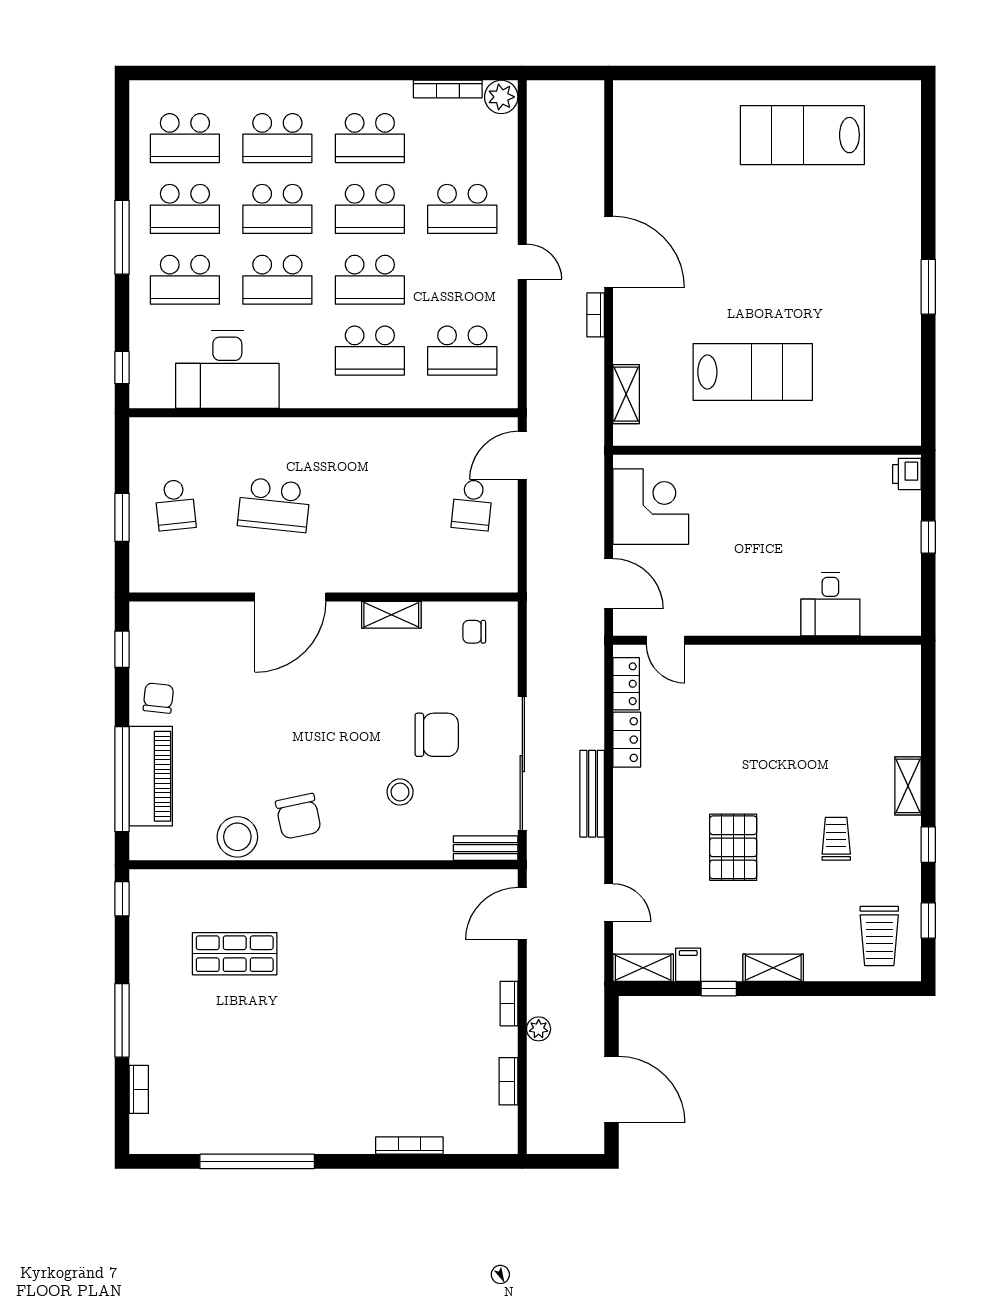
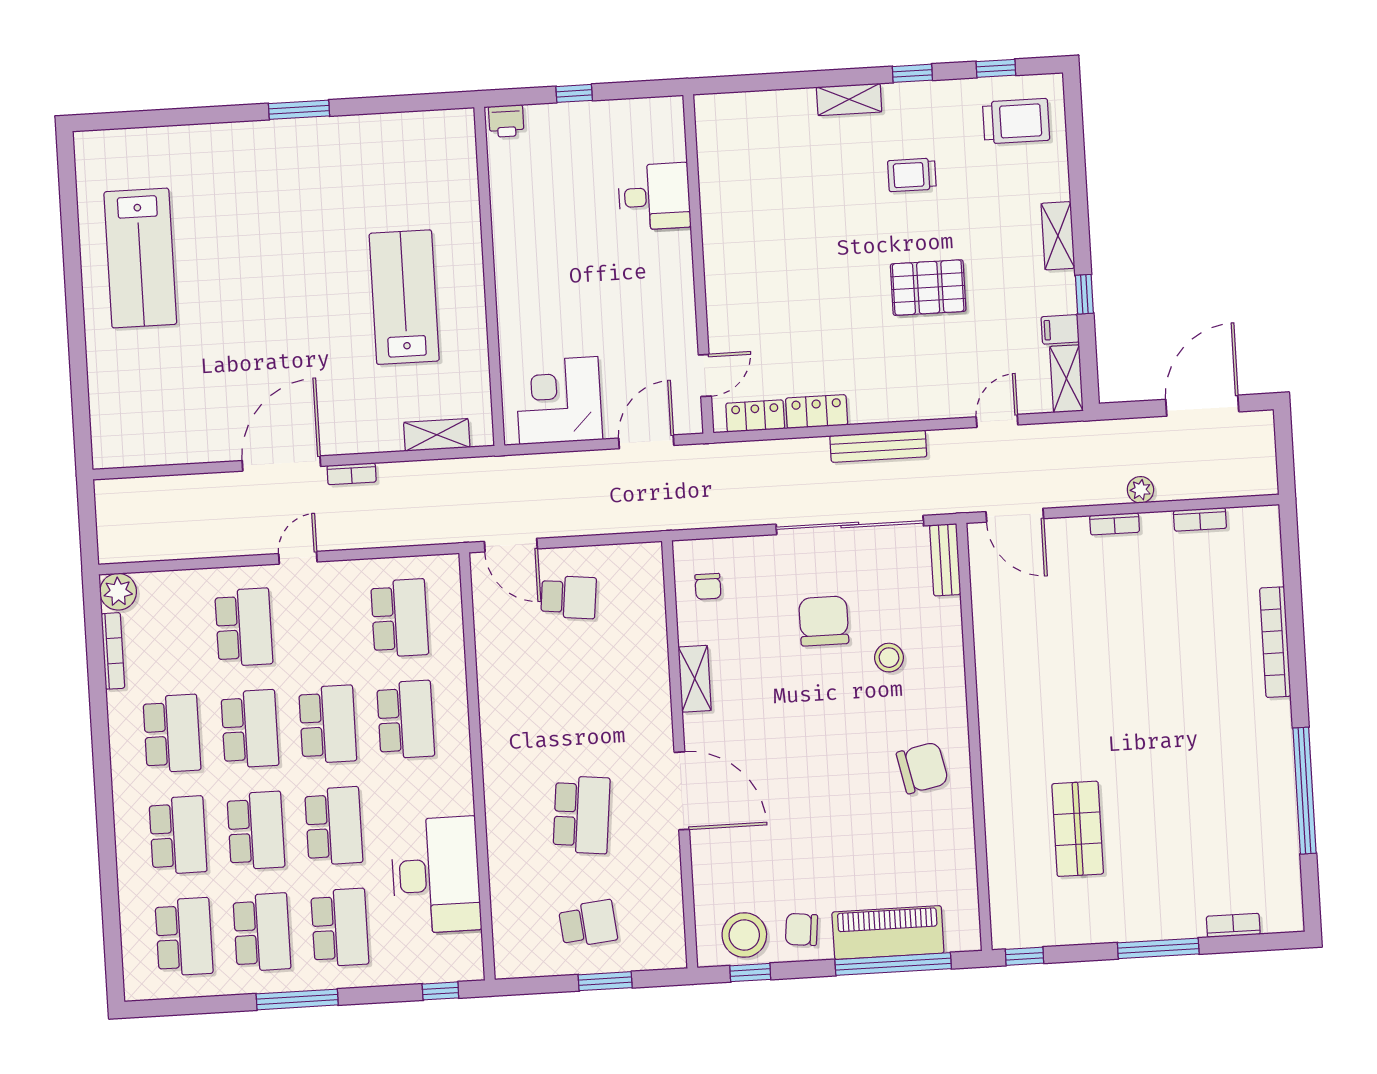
stool: (237, 837) -> (744, 935), moved
bookcase: (409, 1146) -> (1275, 642), width x1.48, depth x1.31

